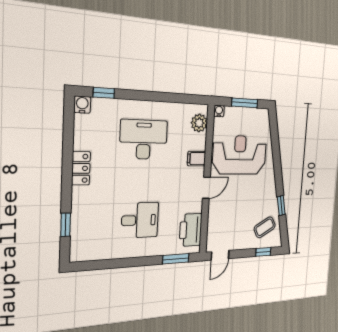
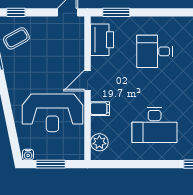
water cooler: (219, 111) -> (28, 155), moved

